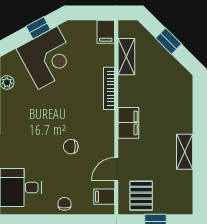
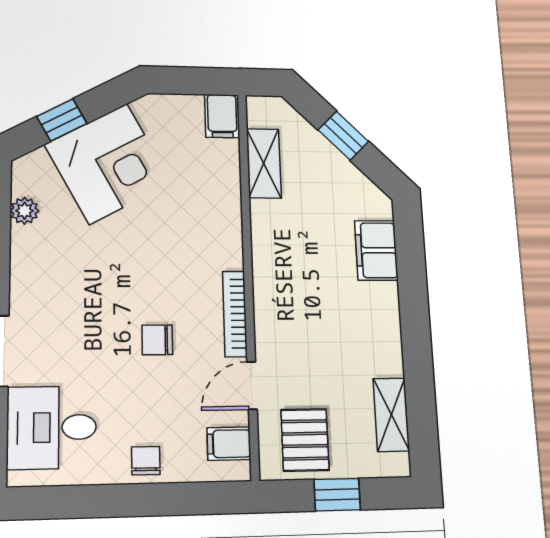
window: (38, 28) -> (62, 120), moved
bookcase: (109, 88) -> (235, 314), moved
filing cabinet: (128, 123) -> (376, 250), moved, turned 180
shelving: (185, 152) -> (391, 415), moved

